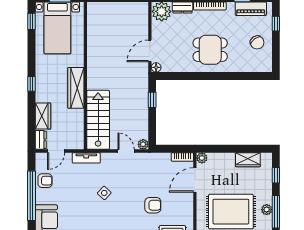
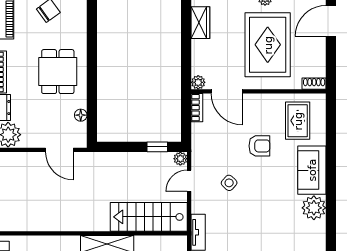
floor lamp: (156, 67) -> (81, 115), moved
window: (152, 100) -> (157, 147), moved
side table: (104, 193) -> (229, 183), moved
armchair: (153, 205) -> (259, 146), turned 90

